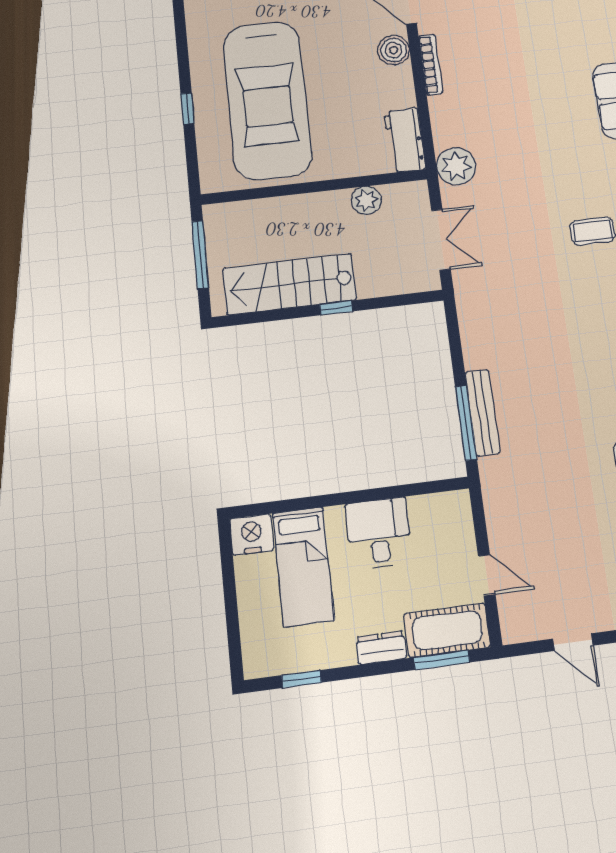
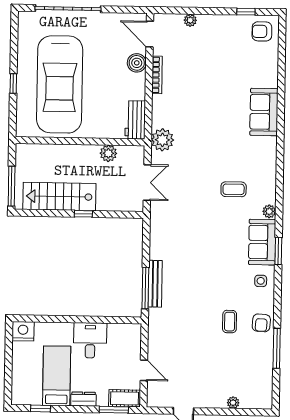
window: (200, 255) -> (12, 186), moved
bed: (303, 566) -> (57, 376), moved, turned 180
cot: (447, 630) -> (125, 398), width x0.73, depth x0.75

